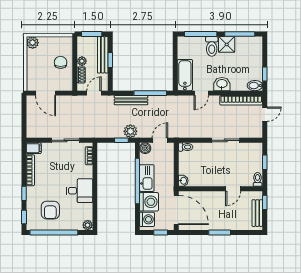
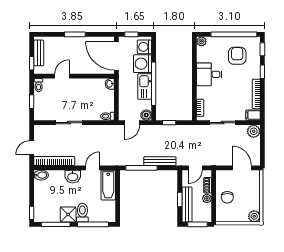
window: (265, 74) -> (32, 213), moved
plant: (130, 131) -> (254, 131), moved

